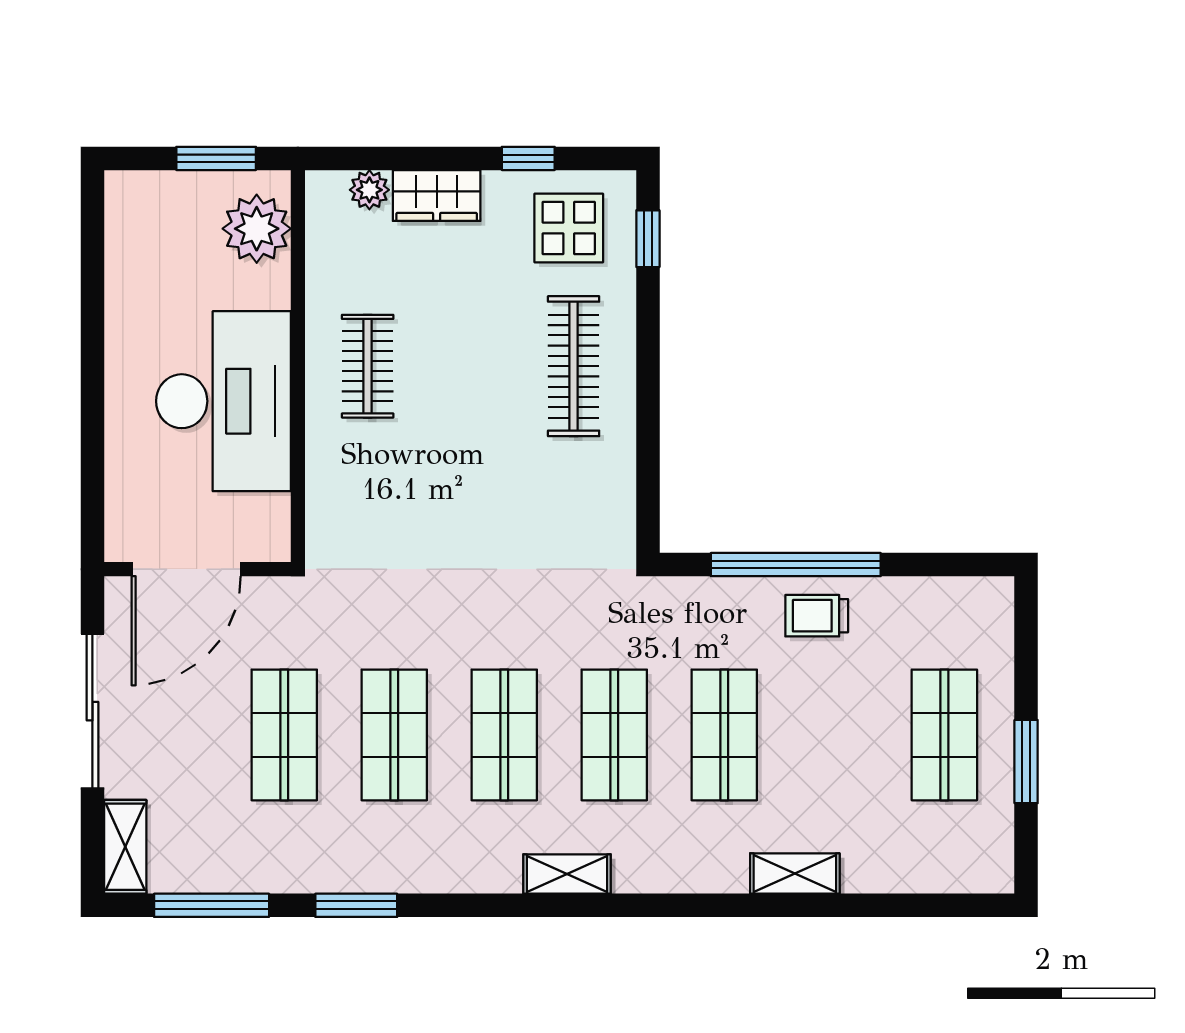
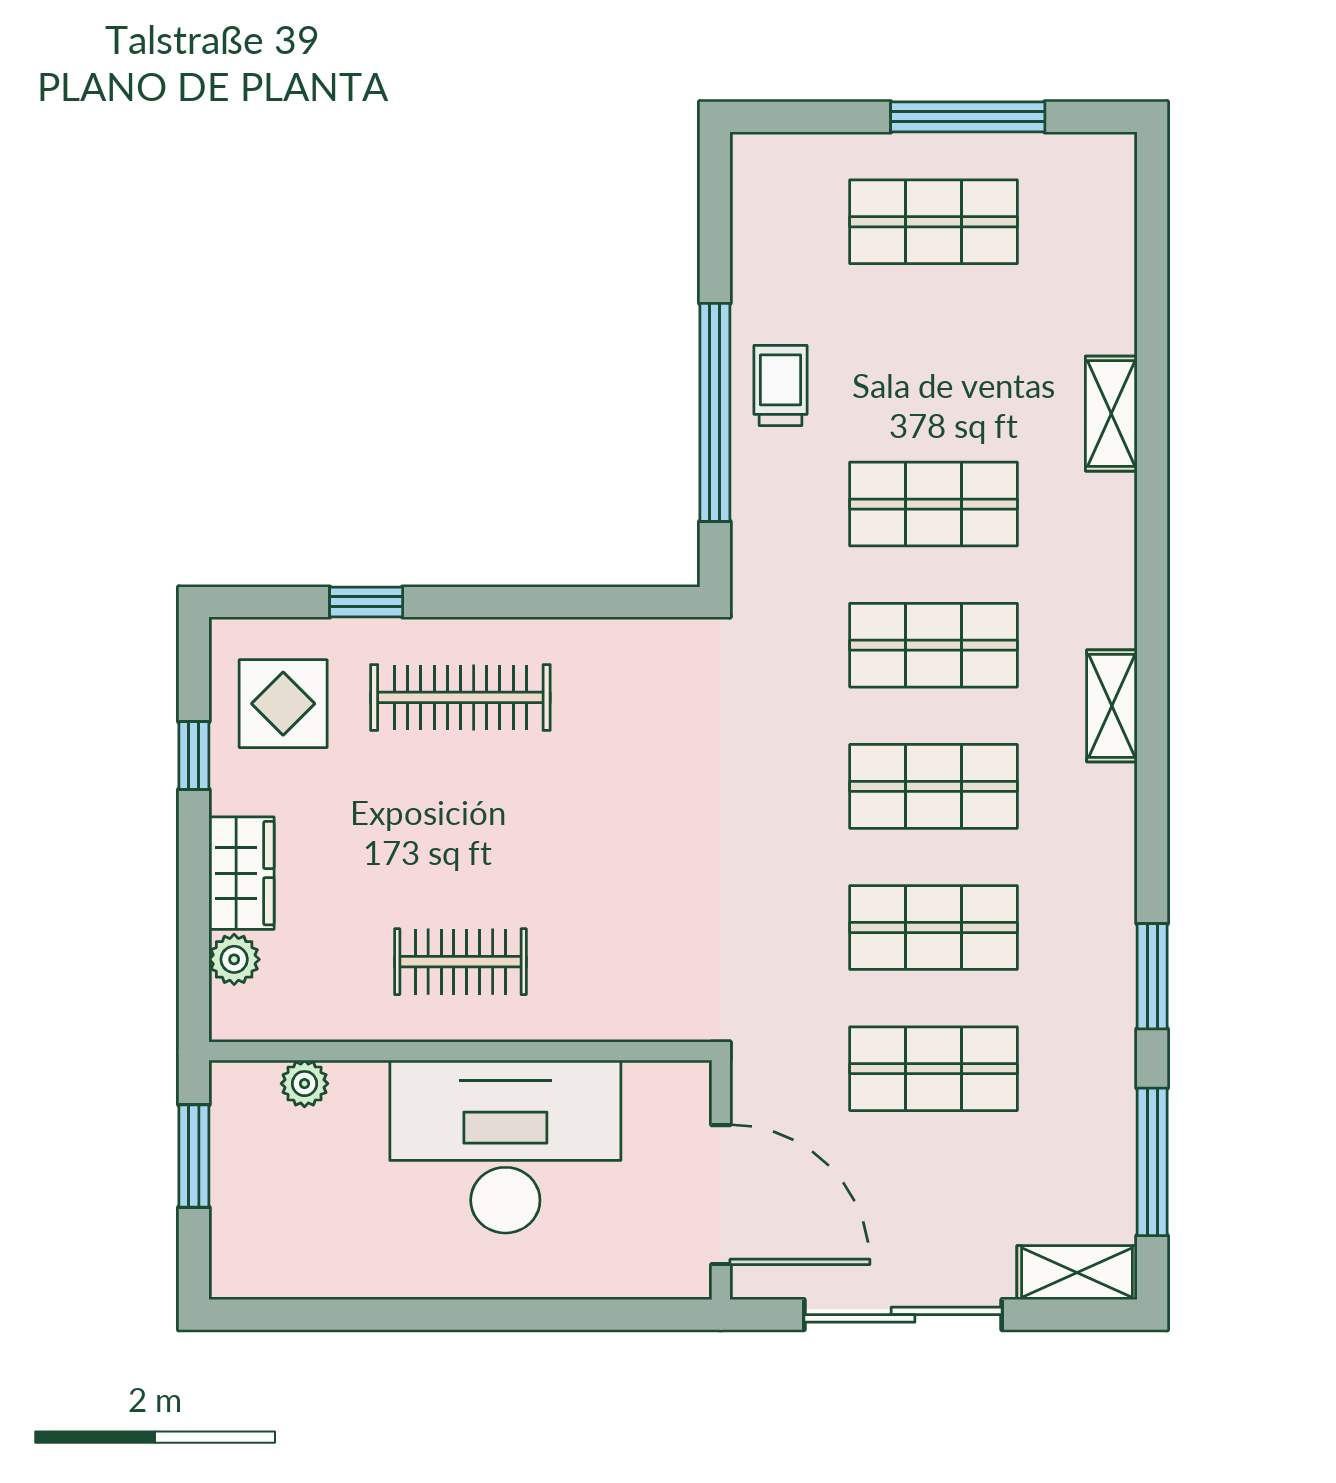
plant: (257, 229) -> (305, 1084), width x0.53, depth x0.53
window: (648, 239) -> (366, 602), moved
trolley: (817, 616) -> (781, 386), turned 180
window: (1026, 762) -> (968, 117), width x1.44

